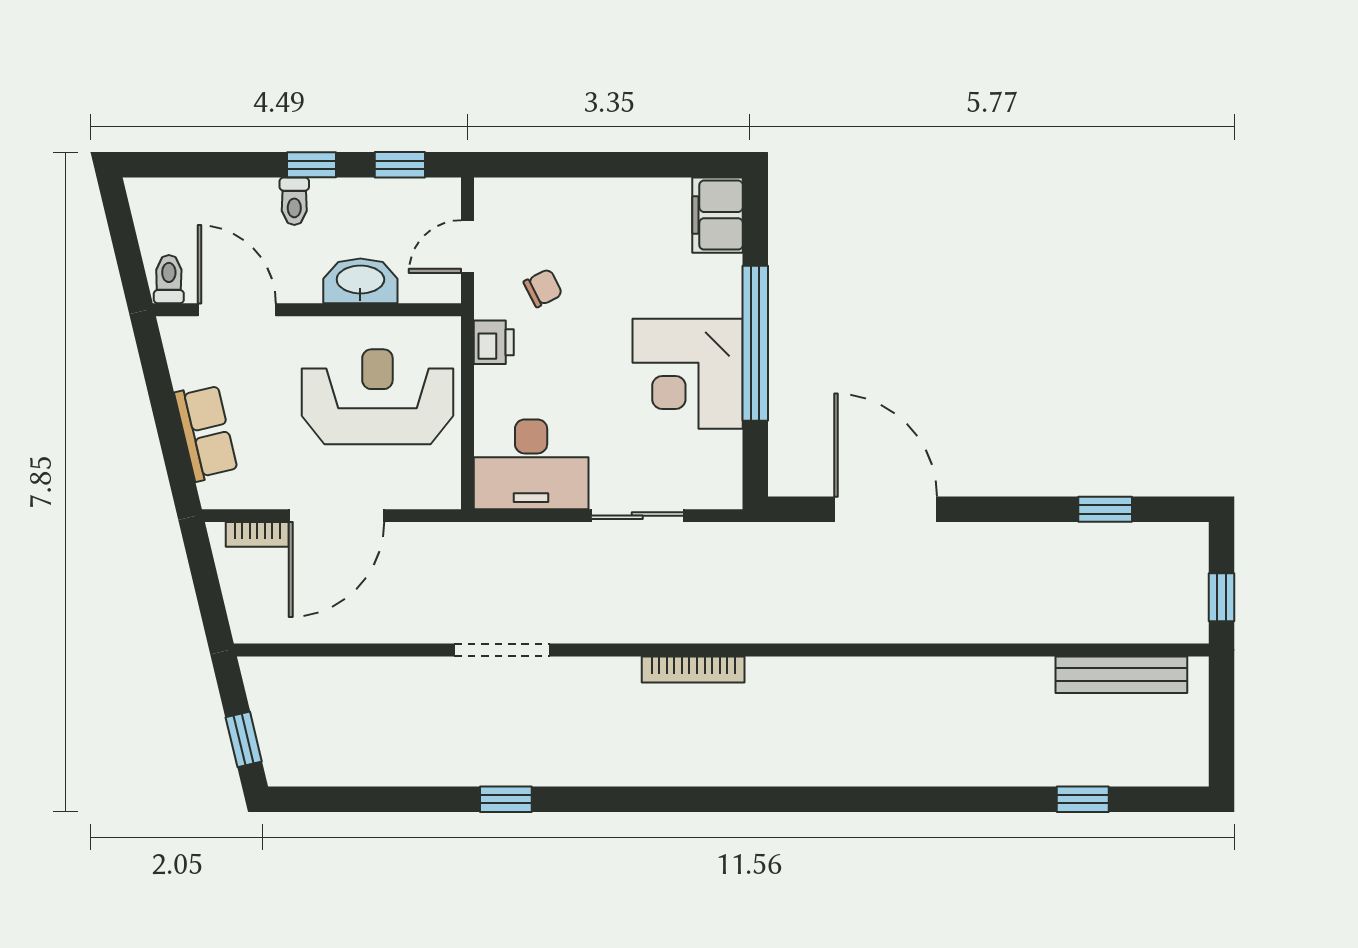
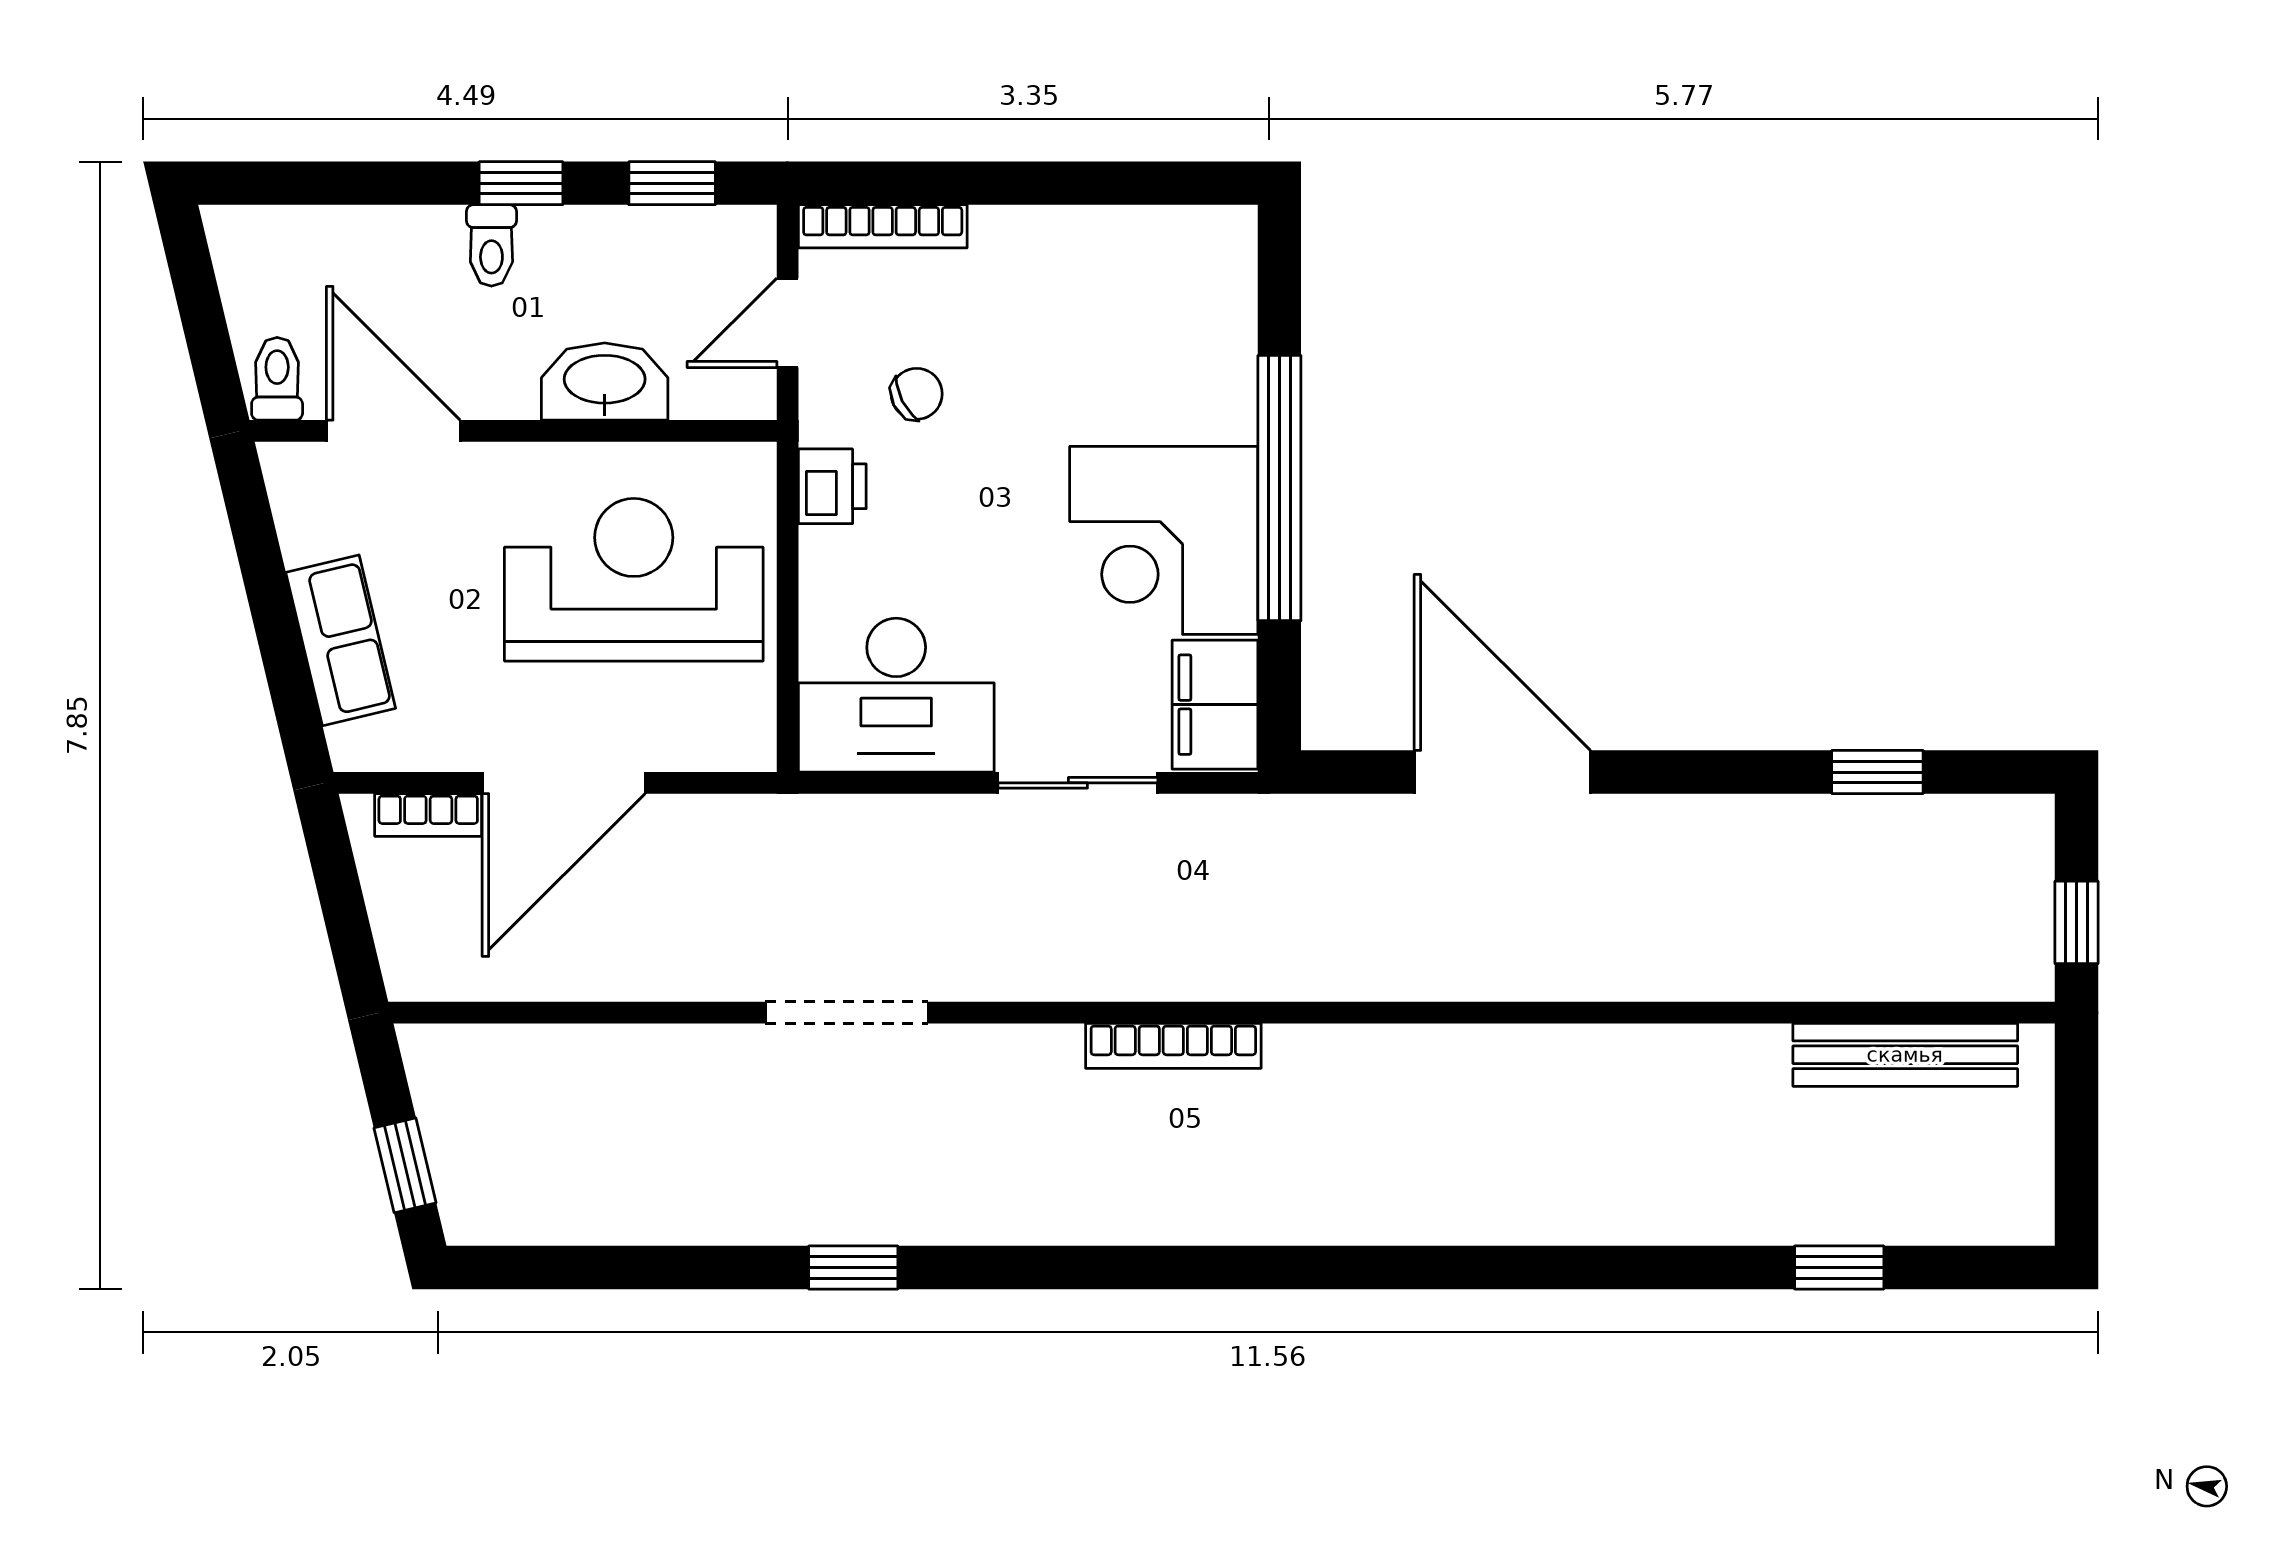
bookcase: (523, 190) -> (883, 226), added
filing cabinet: (718, 215) -> (1215, 705), moved

